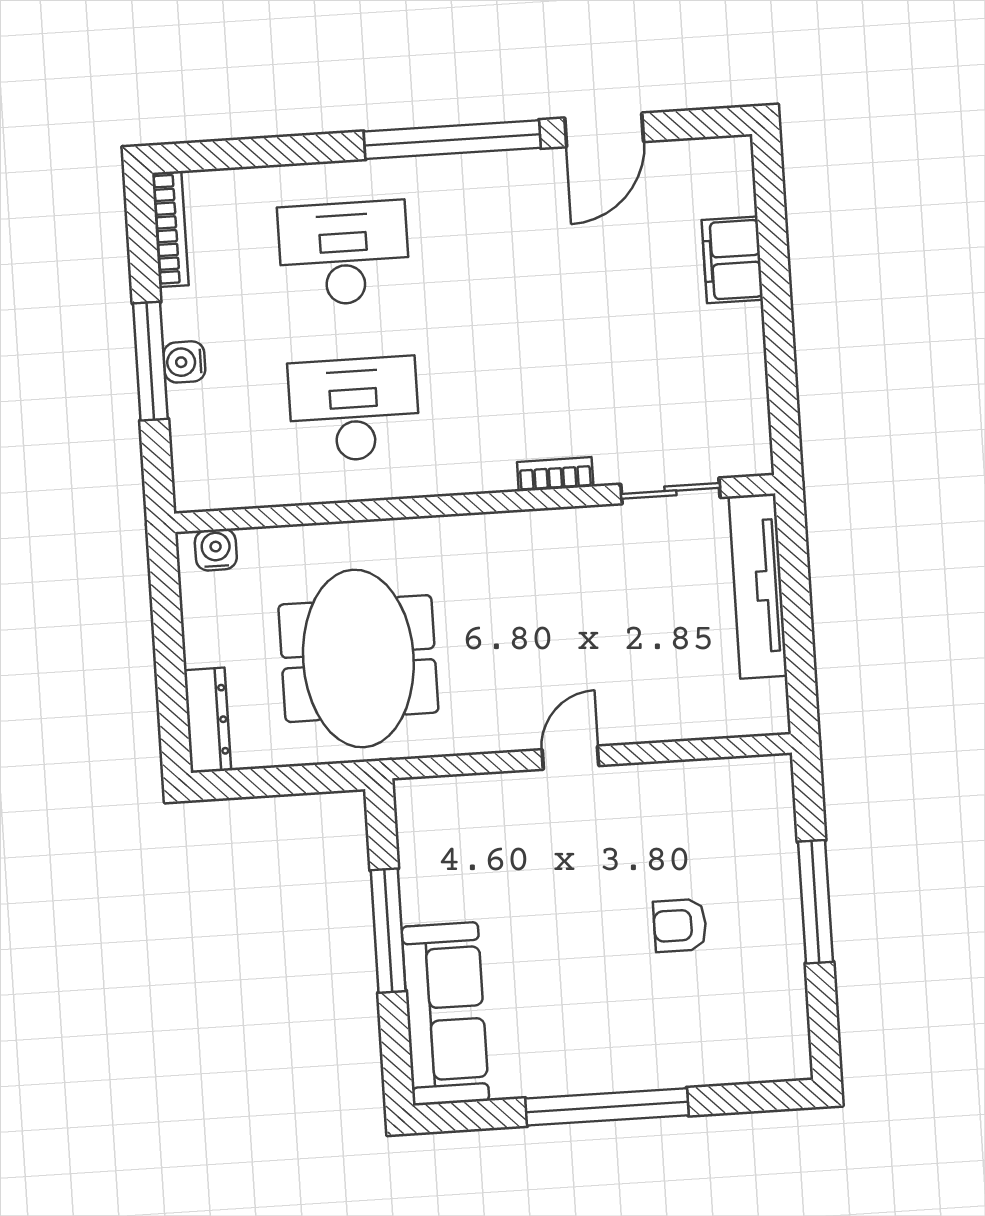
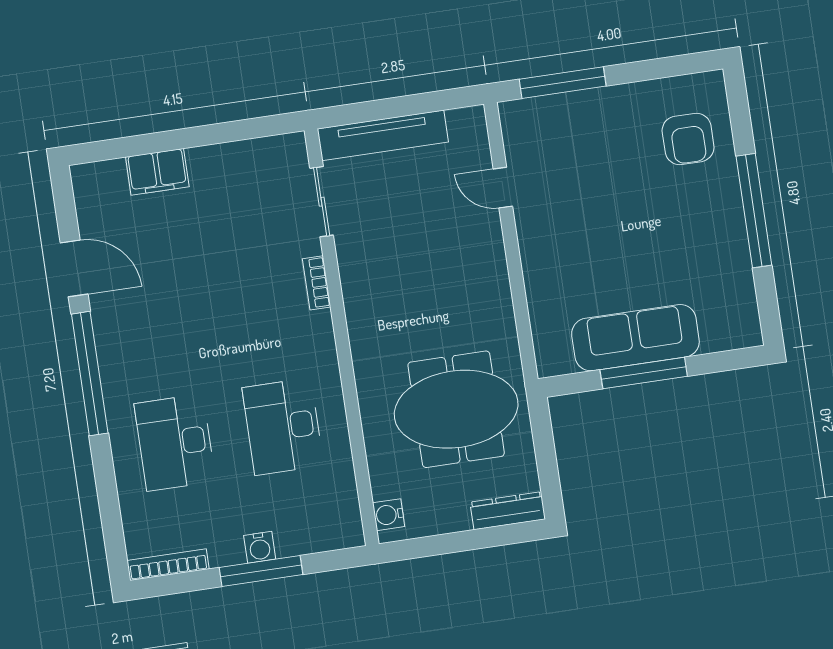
door: (570, 758) -> (503, 188), moved
window: (815, 902) -> (563, 83), moved
armchair: (680, 925) -> (688, 139), moved, width x1.38, depth x1.38
sofa: (445, 1014) -> (635, 338), moved

